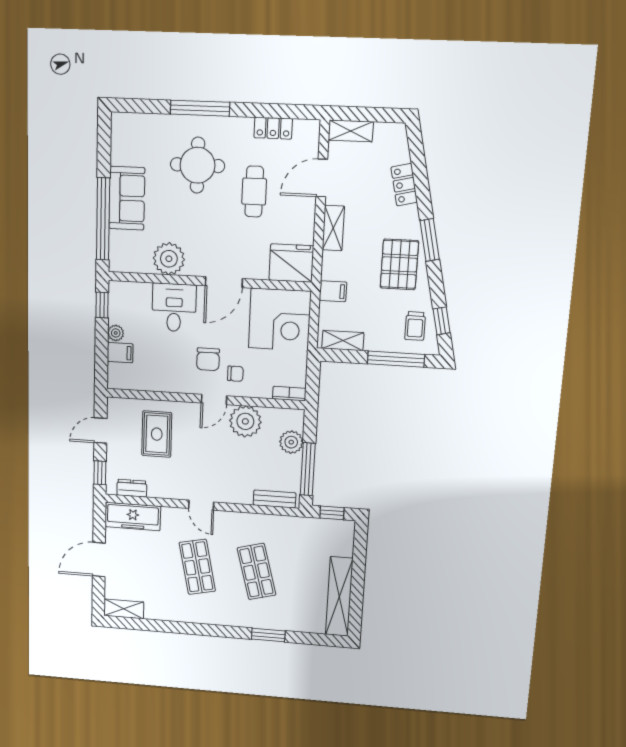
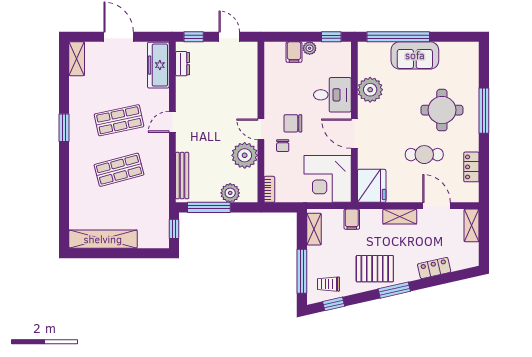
rug: (157, 434) -> (229, 83), removed
bench: (275, 499) -> (182, 176), width x1.36
window: (268, 635) -> (64, 128), moved

